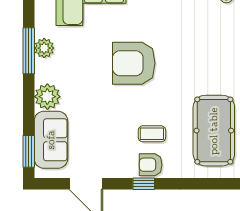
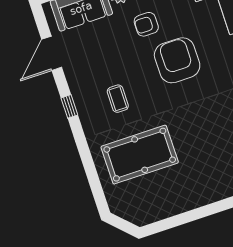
armchair: (151, 165) -> (146, 24), moved, turned -90

